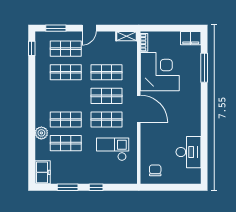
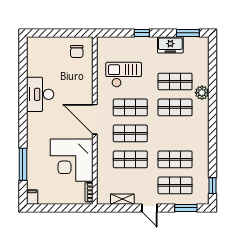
door: (89, 28) -> (150, 208), swing flipped
shelving: (126, 36) -> (122, 199), moved
filing cabinet: (191, 38) -> (32, 197), width x0.50
checkout: (113, 149) -> (124, 75), turned 180
desk: (188, 152) -> (40, 94), moved
freezer: (43, 172) -> (170, 45), moved, turned -90
window: (68, 187) -> (188, 33), moved

